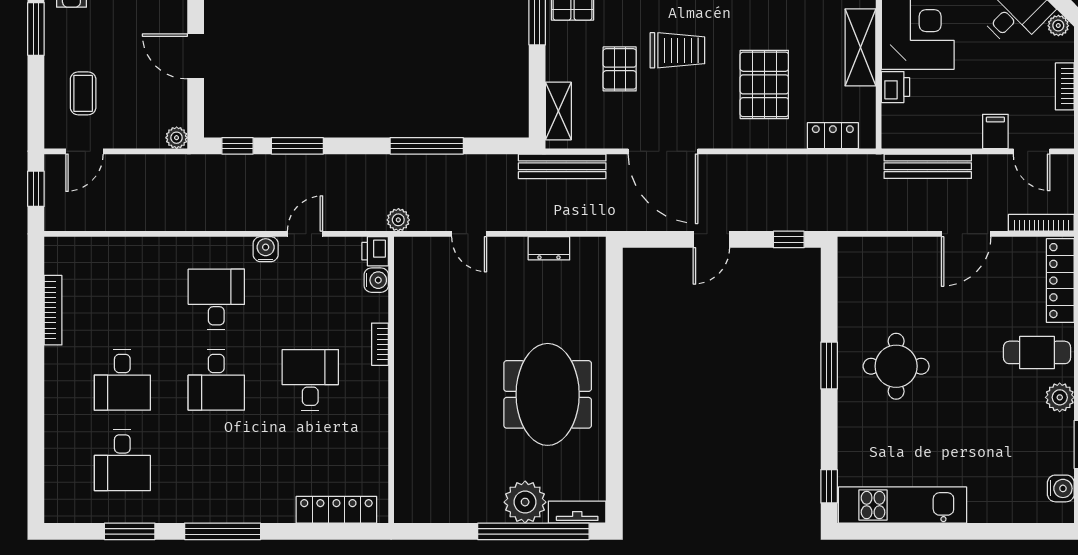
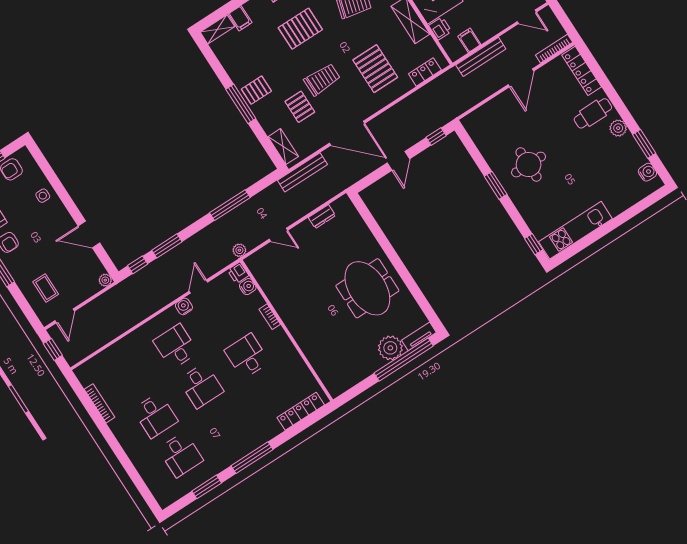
filing cabinet: (995, 131) -> (469, 40), moved

